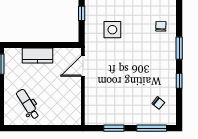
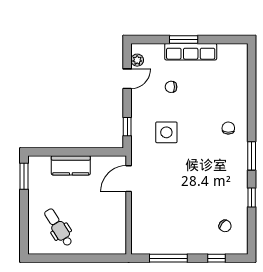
window: (82, 13) -> (127, 127), moved
window: (114, 128) -> (168, 258), width x1.44
window: (152, 128) -> (217, 258), width x0.46

